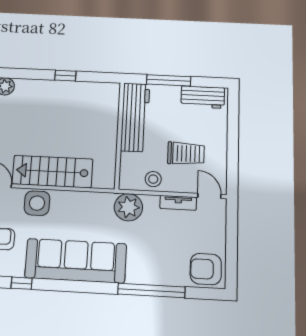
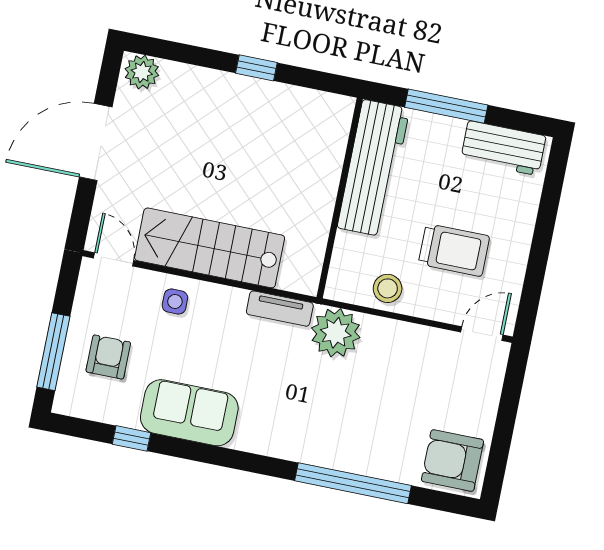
door: (209, 196) -> (482, 334), hinge flipped
side table: (37, 203) -> (175, 302), width x0.54, depth x0.54
tv unit: (178, 203) -> (280, 309), moved
sofa: (76, 261) -> (189, 413), width x0.54, depth x0.79

